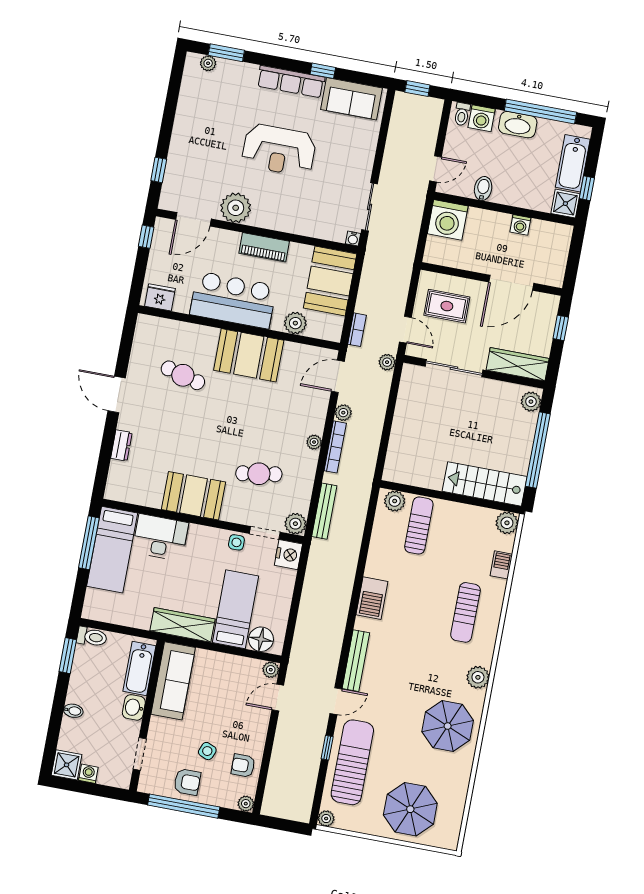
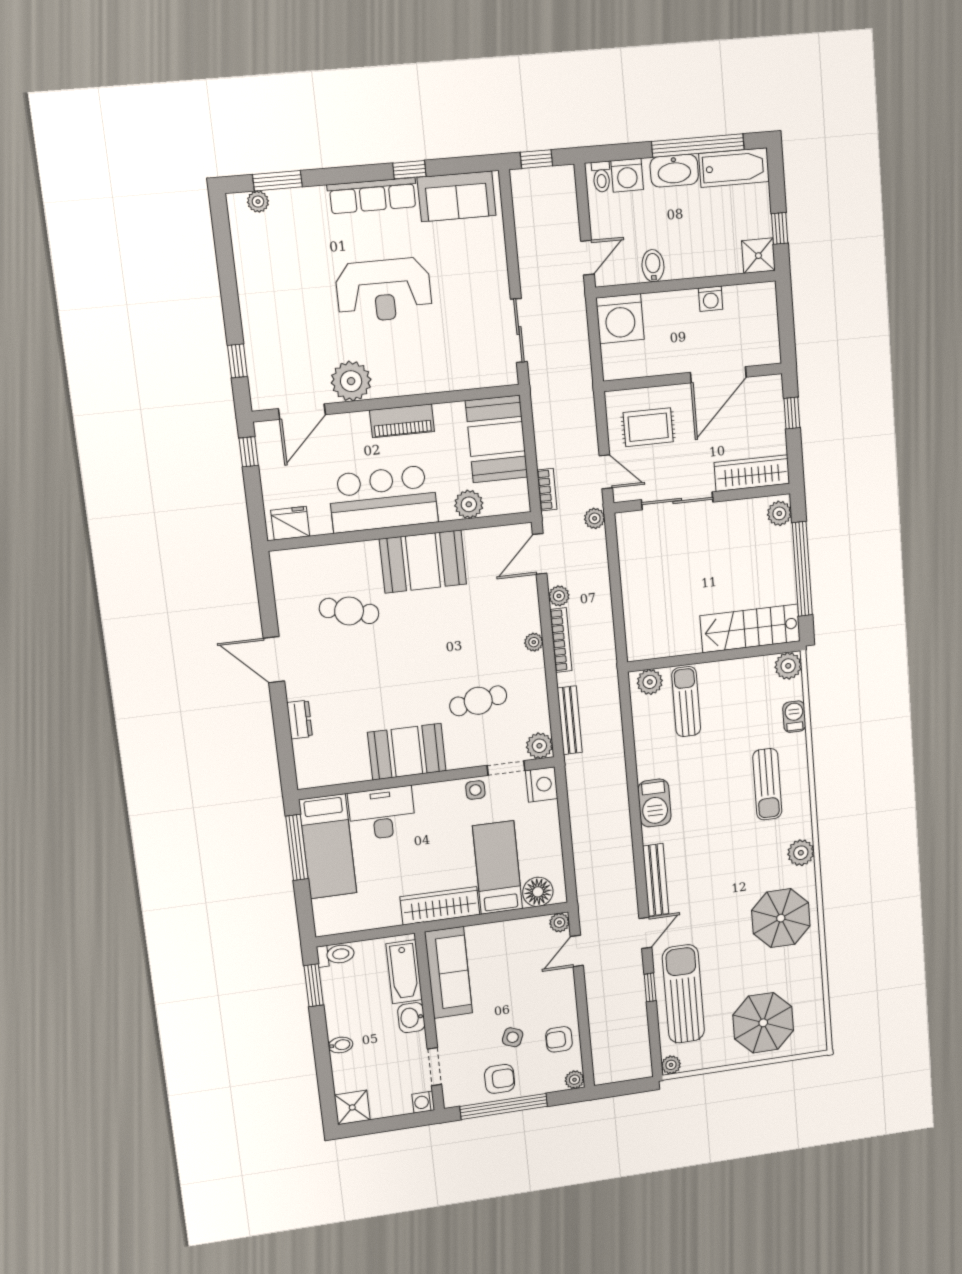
bathtub: (573, 163) -> (734, 168), moved, turned -90
water cooler: (353, 239) -> (510, 377), removed
washing machine: (88, 774) -> (423, 1102), moved, turned -90

